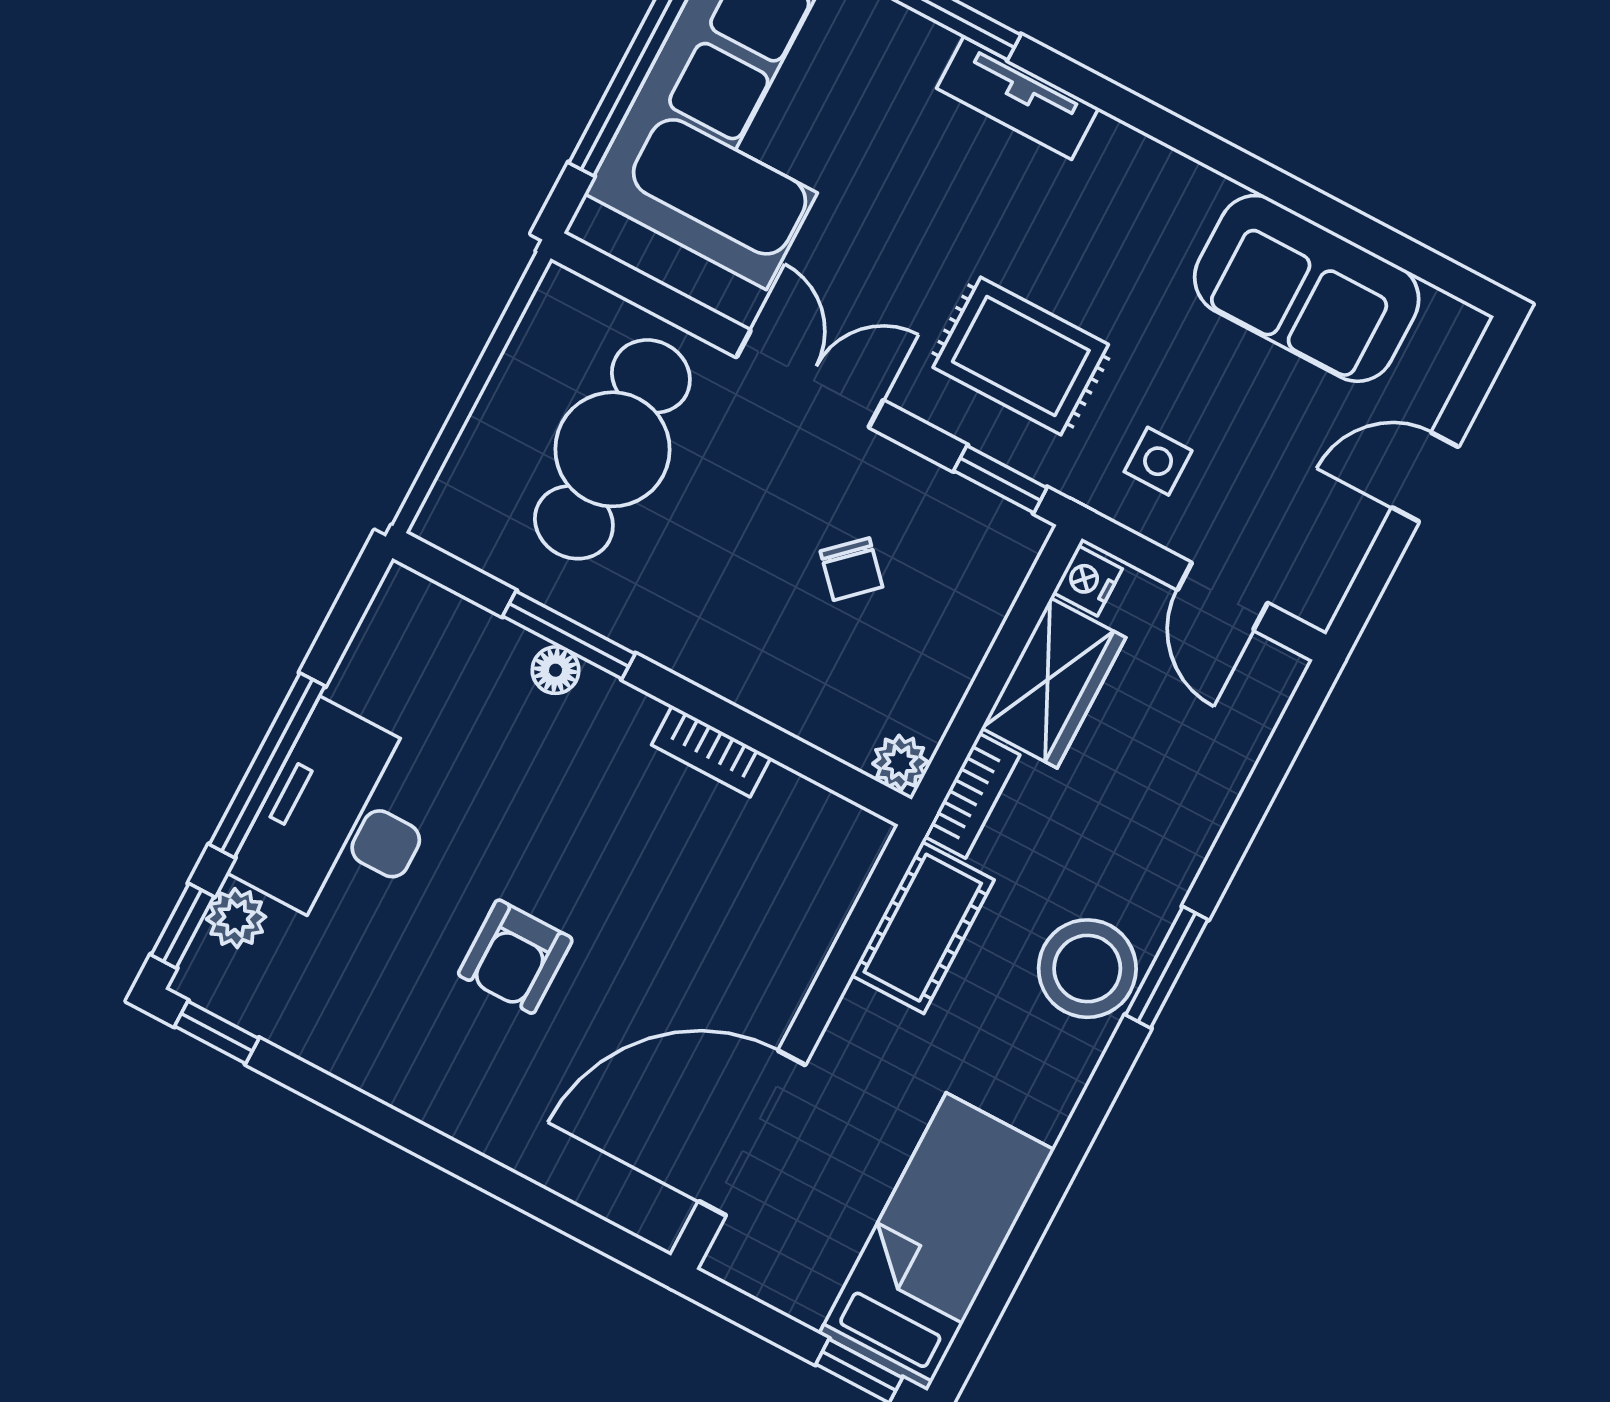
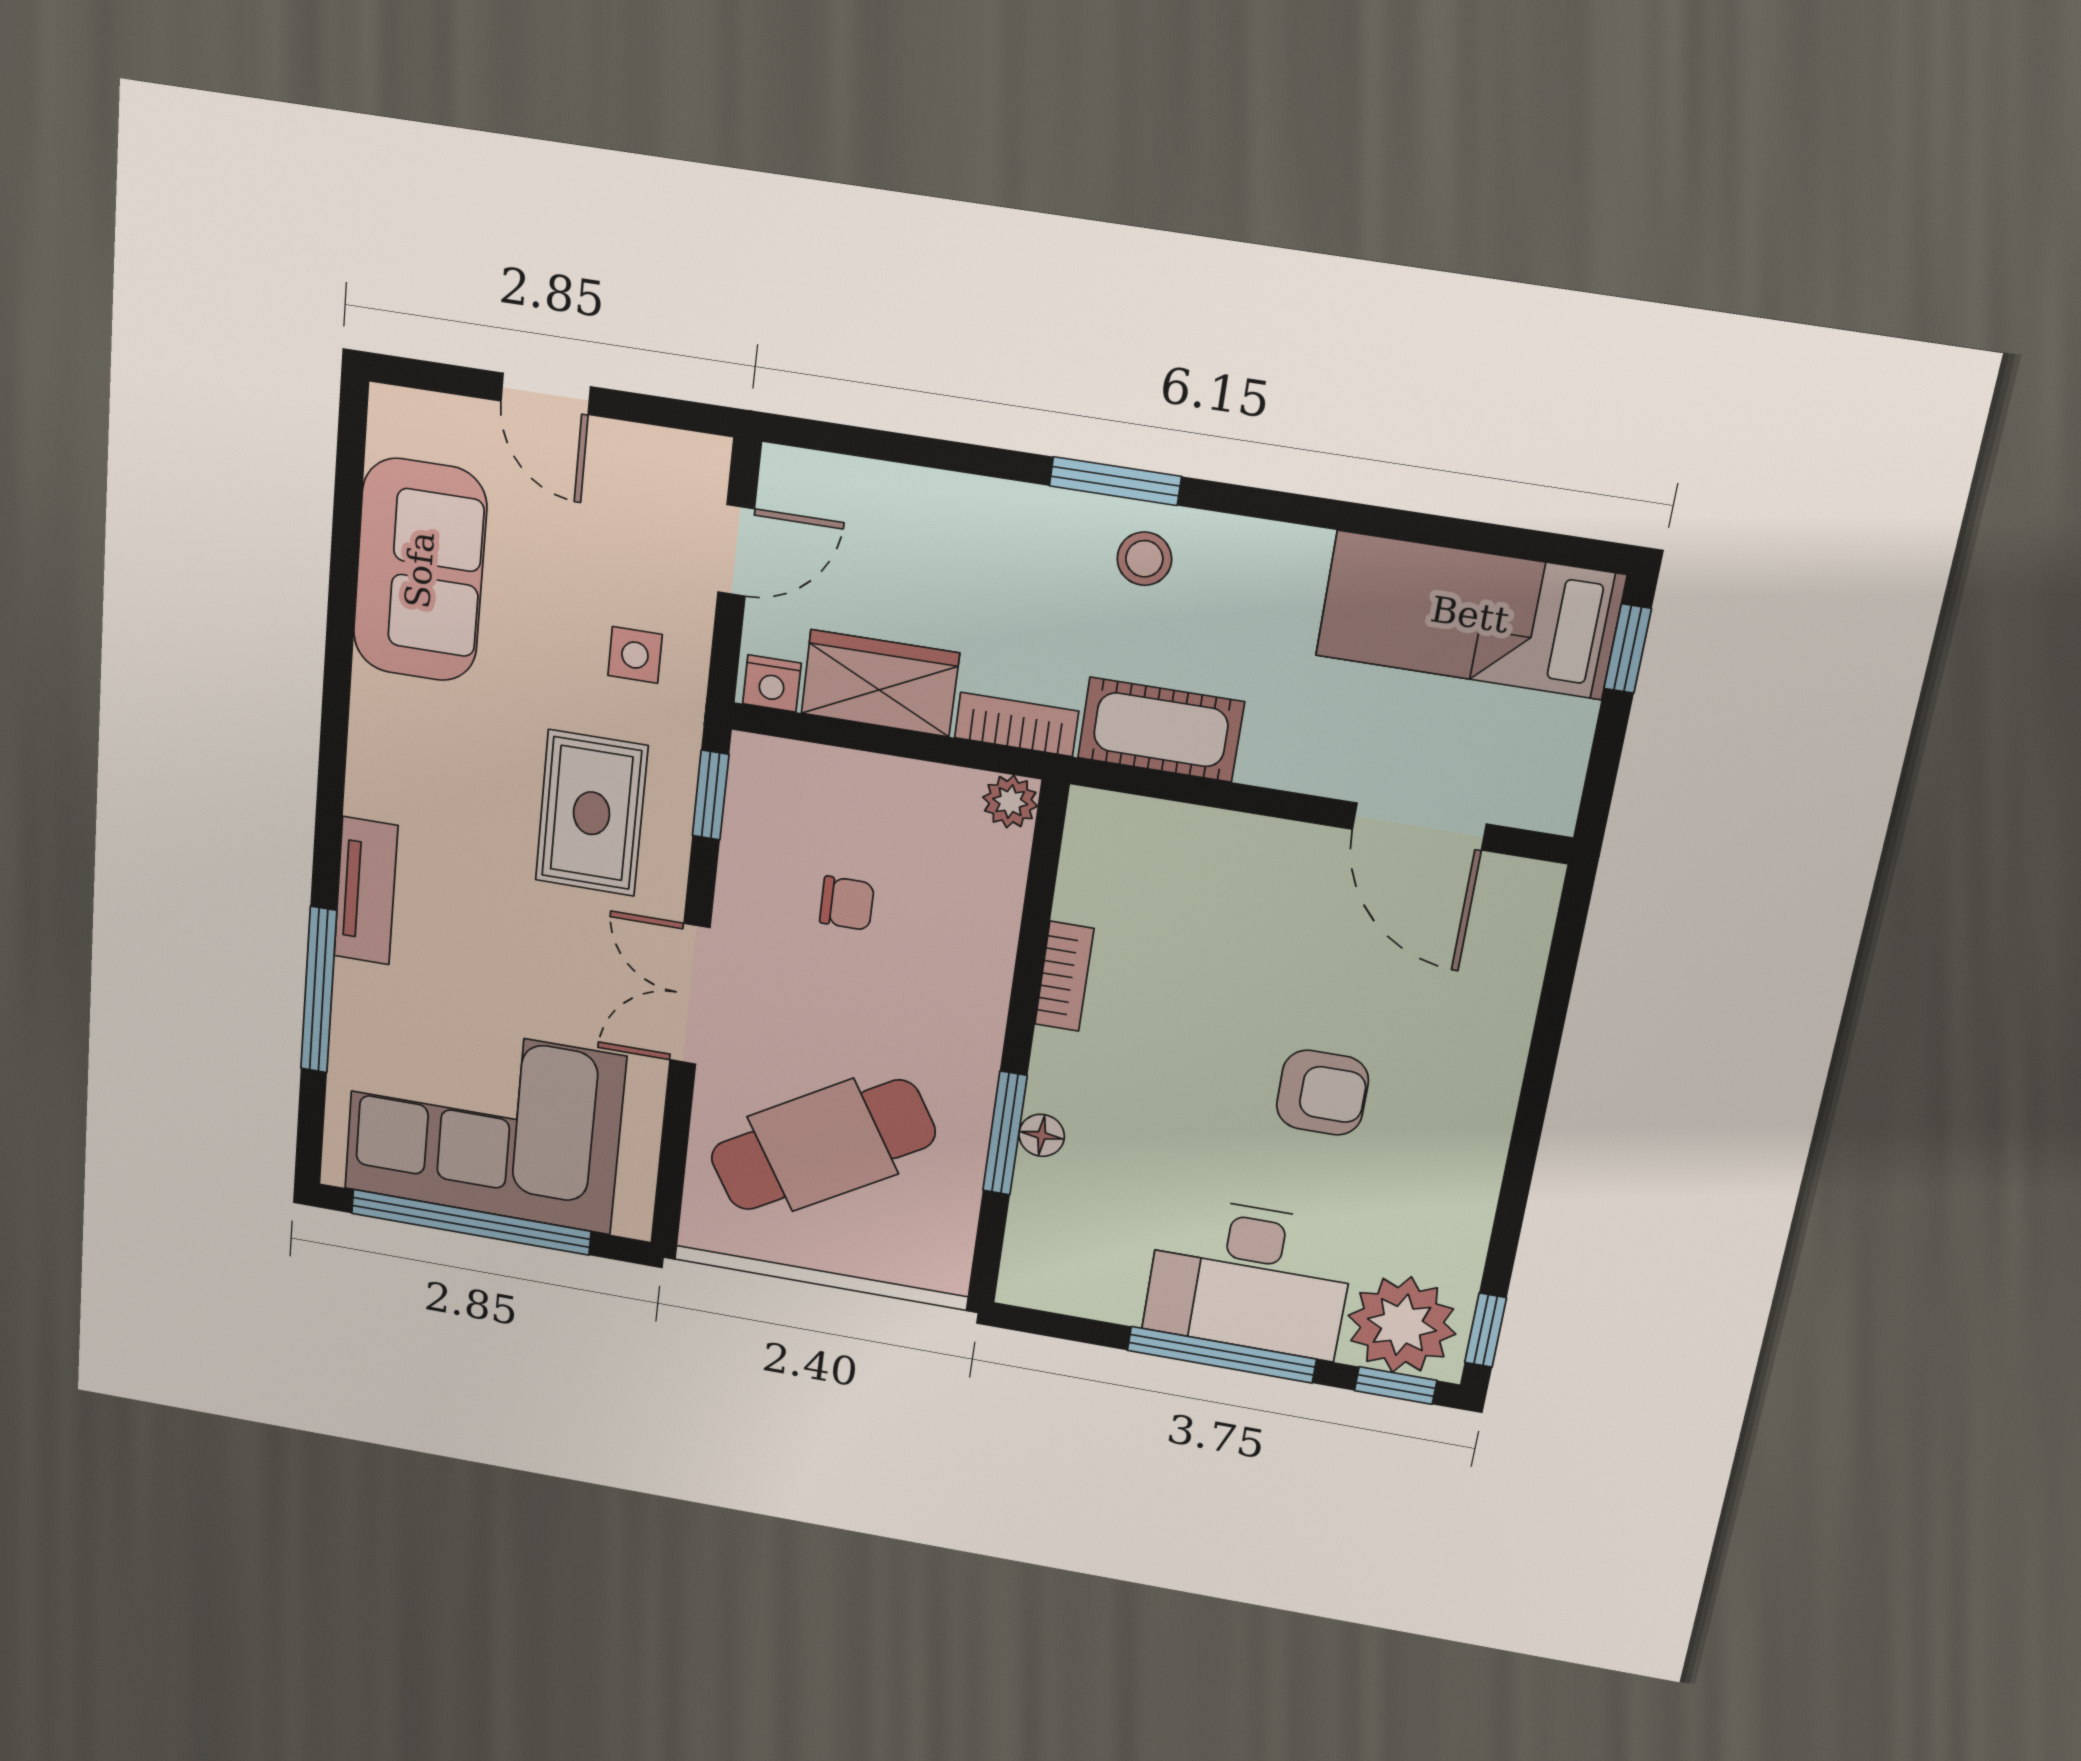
cafe table: (612, 449) -> (823, 1145), turned -31
chair: (851, 569) -> (847, 903), turned 43
plant: (236, 918) -> (1402, 1325), width x1.88, depth x1.88
stool: (1087, 969) -> (1144, 559), width x0.53, depth x0.53
door: (752, 1133) -> (1419, 827), width x0.73

